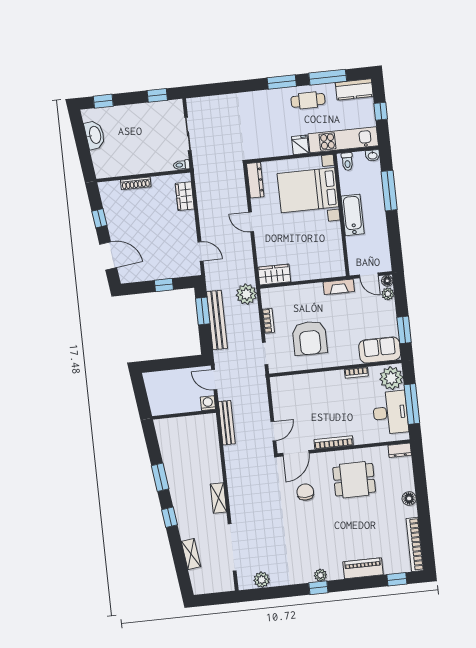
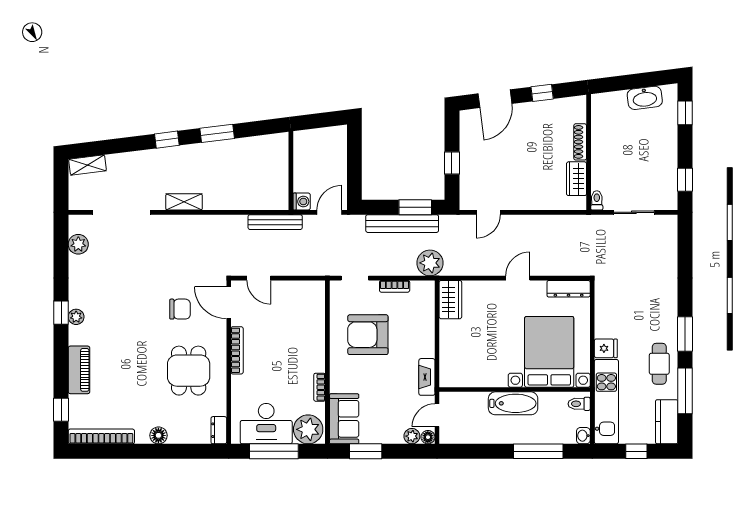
wardrobe: (185, 196) -> (577, 179), moved, turned -90
shelving: (191, 554) -> (88, 165), moved

